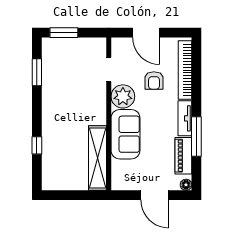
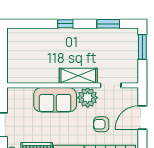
window: (37, 145) -> (65, 24), moved
shelving: (98, 158) -> (78, 76), moved, width x0.68

